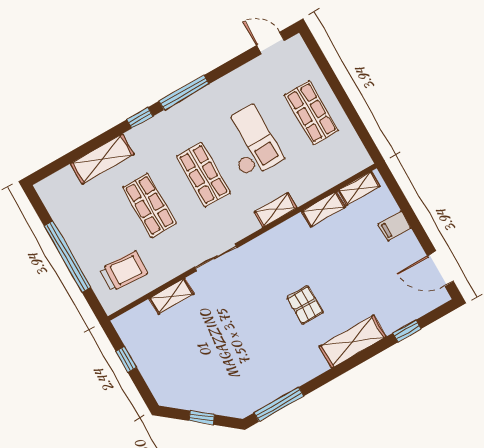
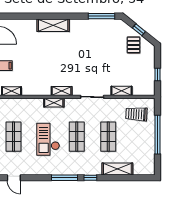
shelving: (323, 209) -> (62, 91), moved
pallet: (305, 305) -> (134, 45), moved
window: (407, 331) -> (26, 16), removed

